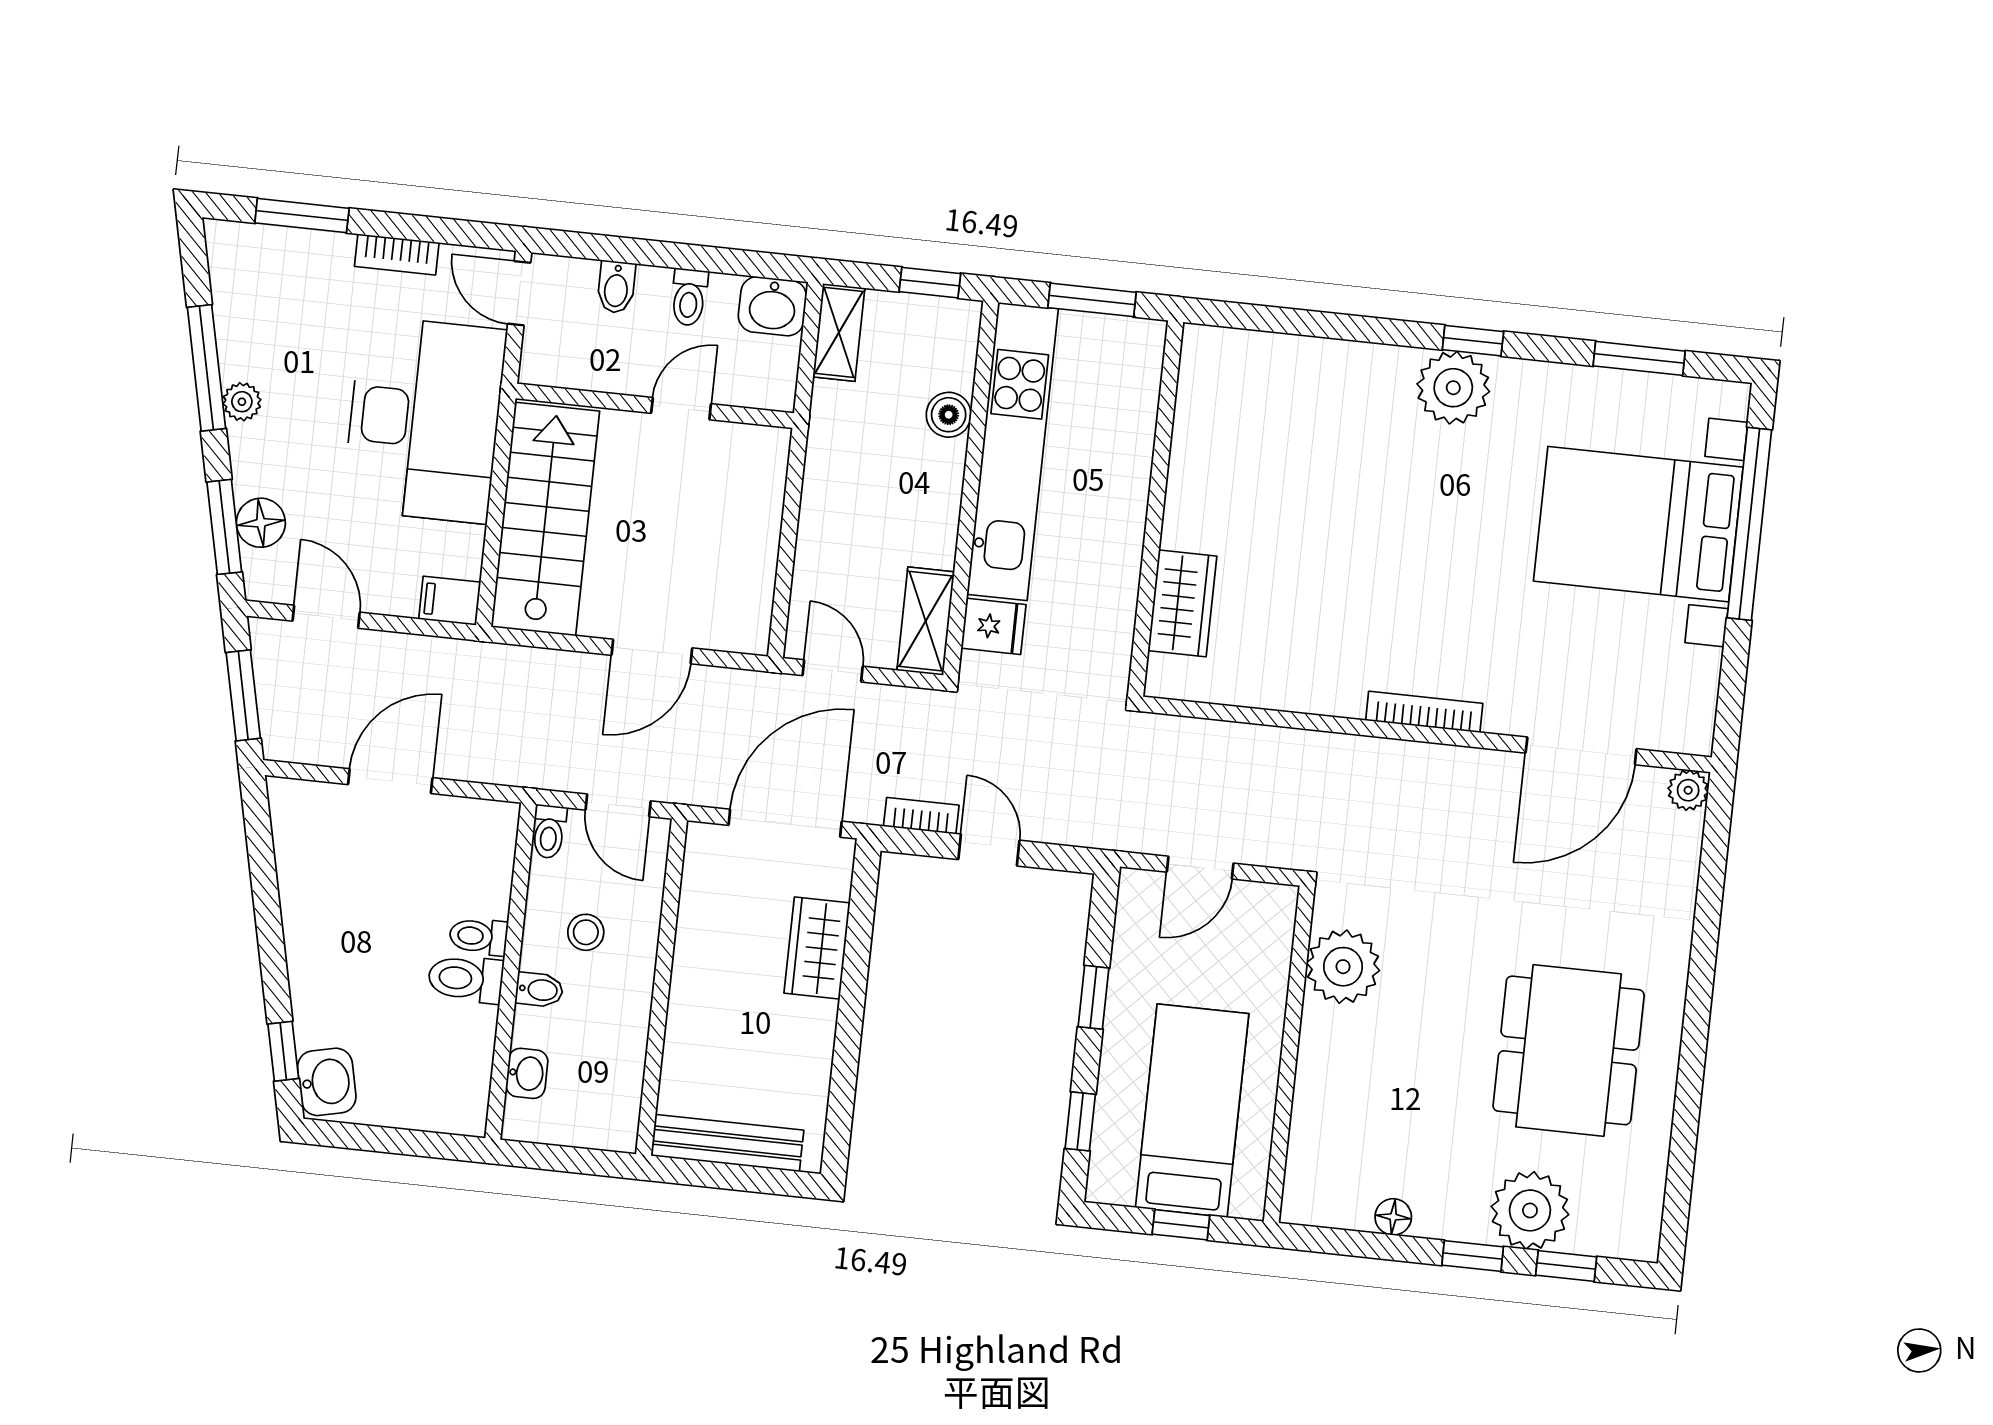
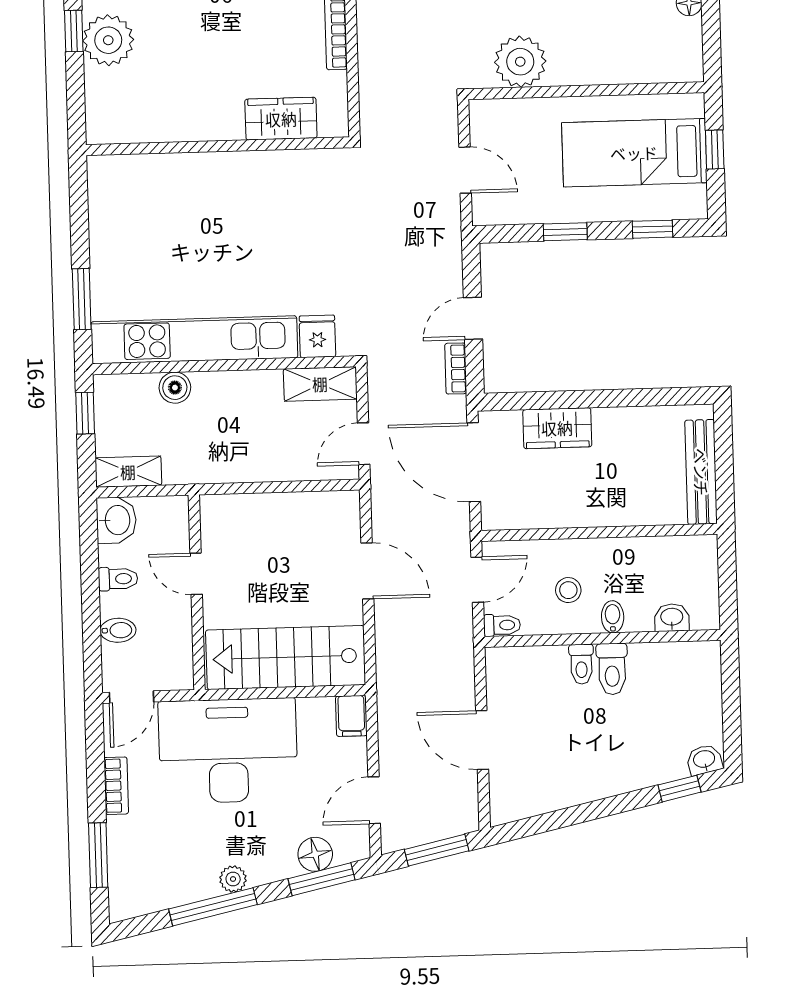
wall: (1156, 509) -> (218, 146), moved
wardrobe: (1182, 603) -> (281, 119), moved
washbasin: (327, 1082) -> (704, 760), width x0.72, depth x0.69

